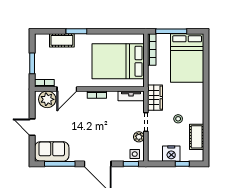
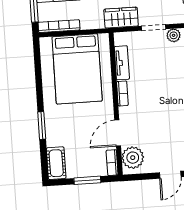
cot: (62, 40) -> (56, 163), moved
door: (67, 89) -> (118, 133), swing flipped
tv unit: (131, 96) -> (122, 63), moved

